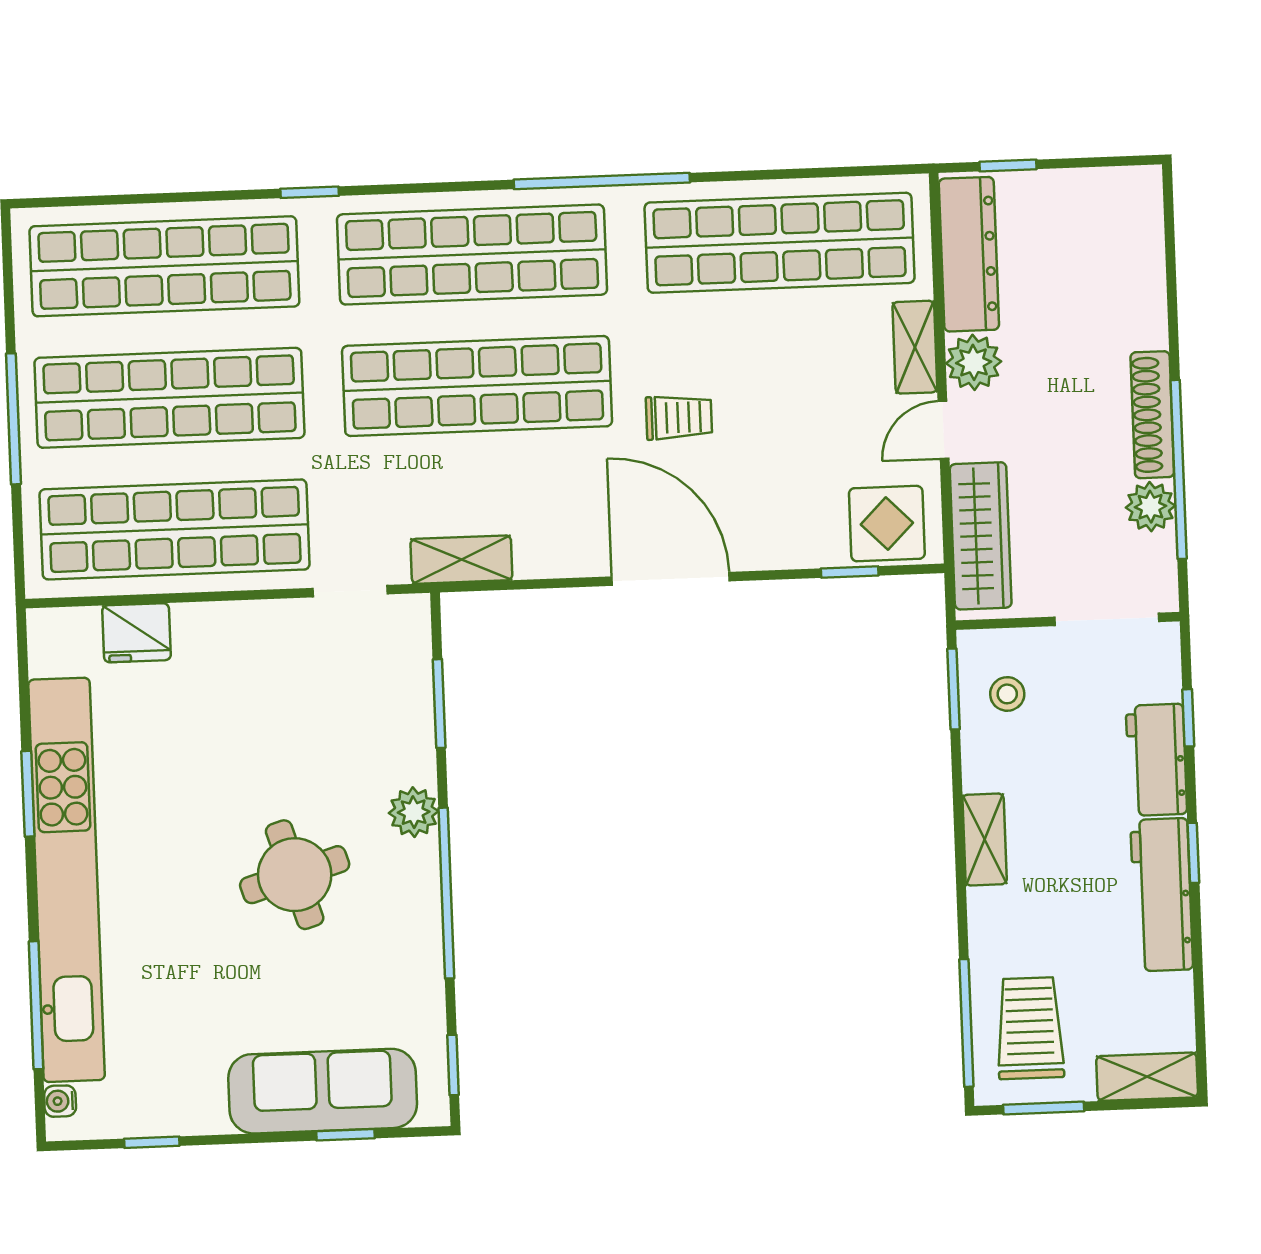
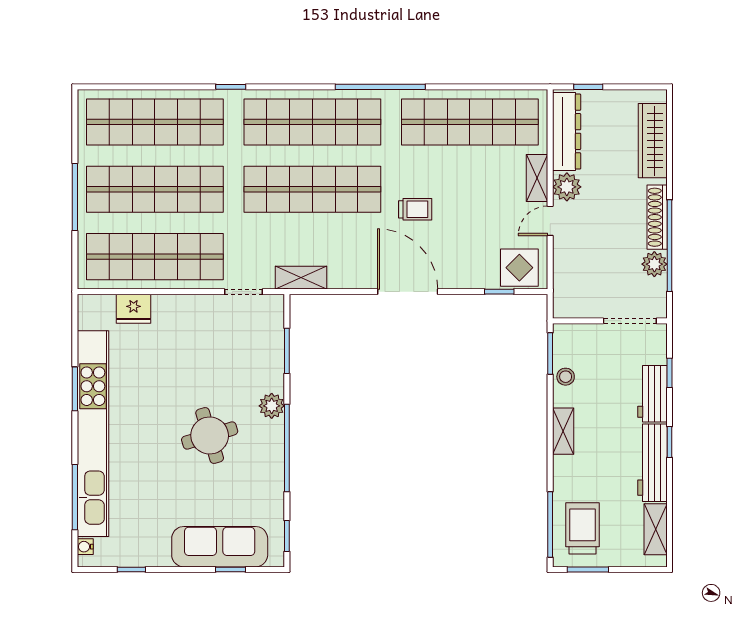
wardrobe: (981, 536) -> (653, 141), moved, turned 180
stool: (1007, 694) -> (566, 377), moved
shelving: (1147, 1077) -> (656, 529), moved, turned 90

